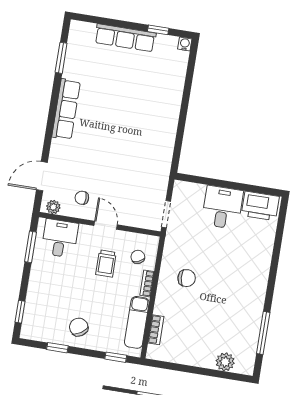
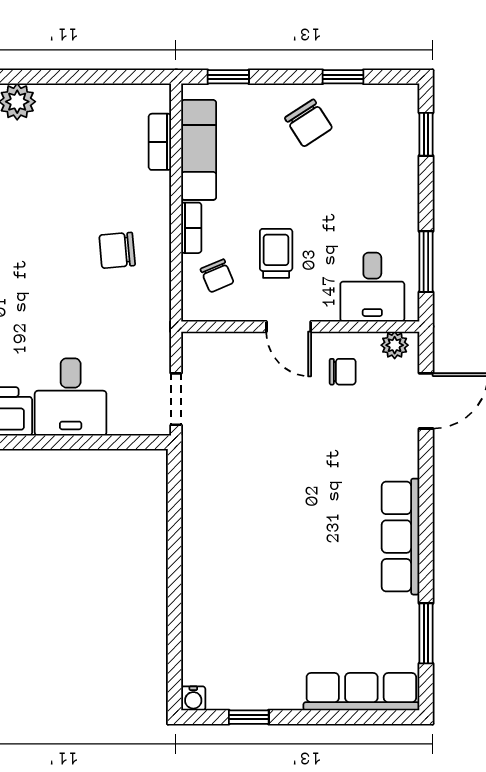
row of seats: (125, 38) -> (361, 692), moved
doorway: (166, 214) -> (176, 399), moved

